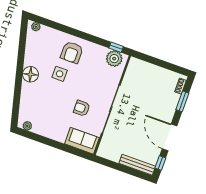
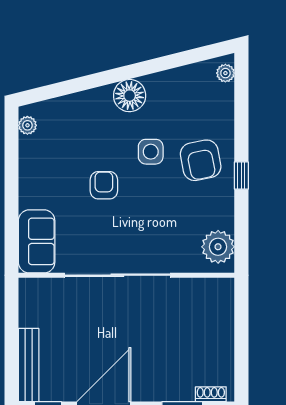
window: (116, 47) -> (241, 176), moved
armchair: (72, 52) -> (201, 160), turned -101
armchair: (82, 108) -> (104, 185), moved

